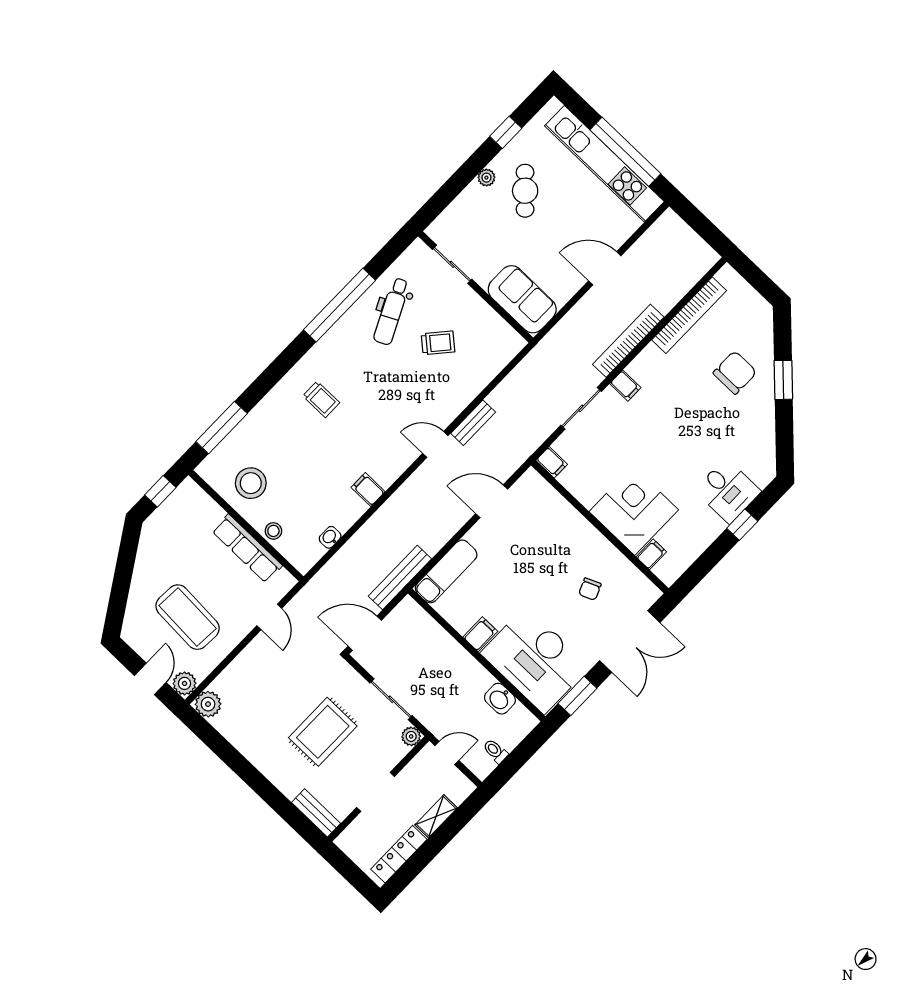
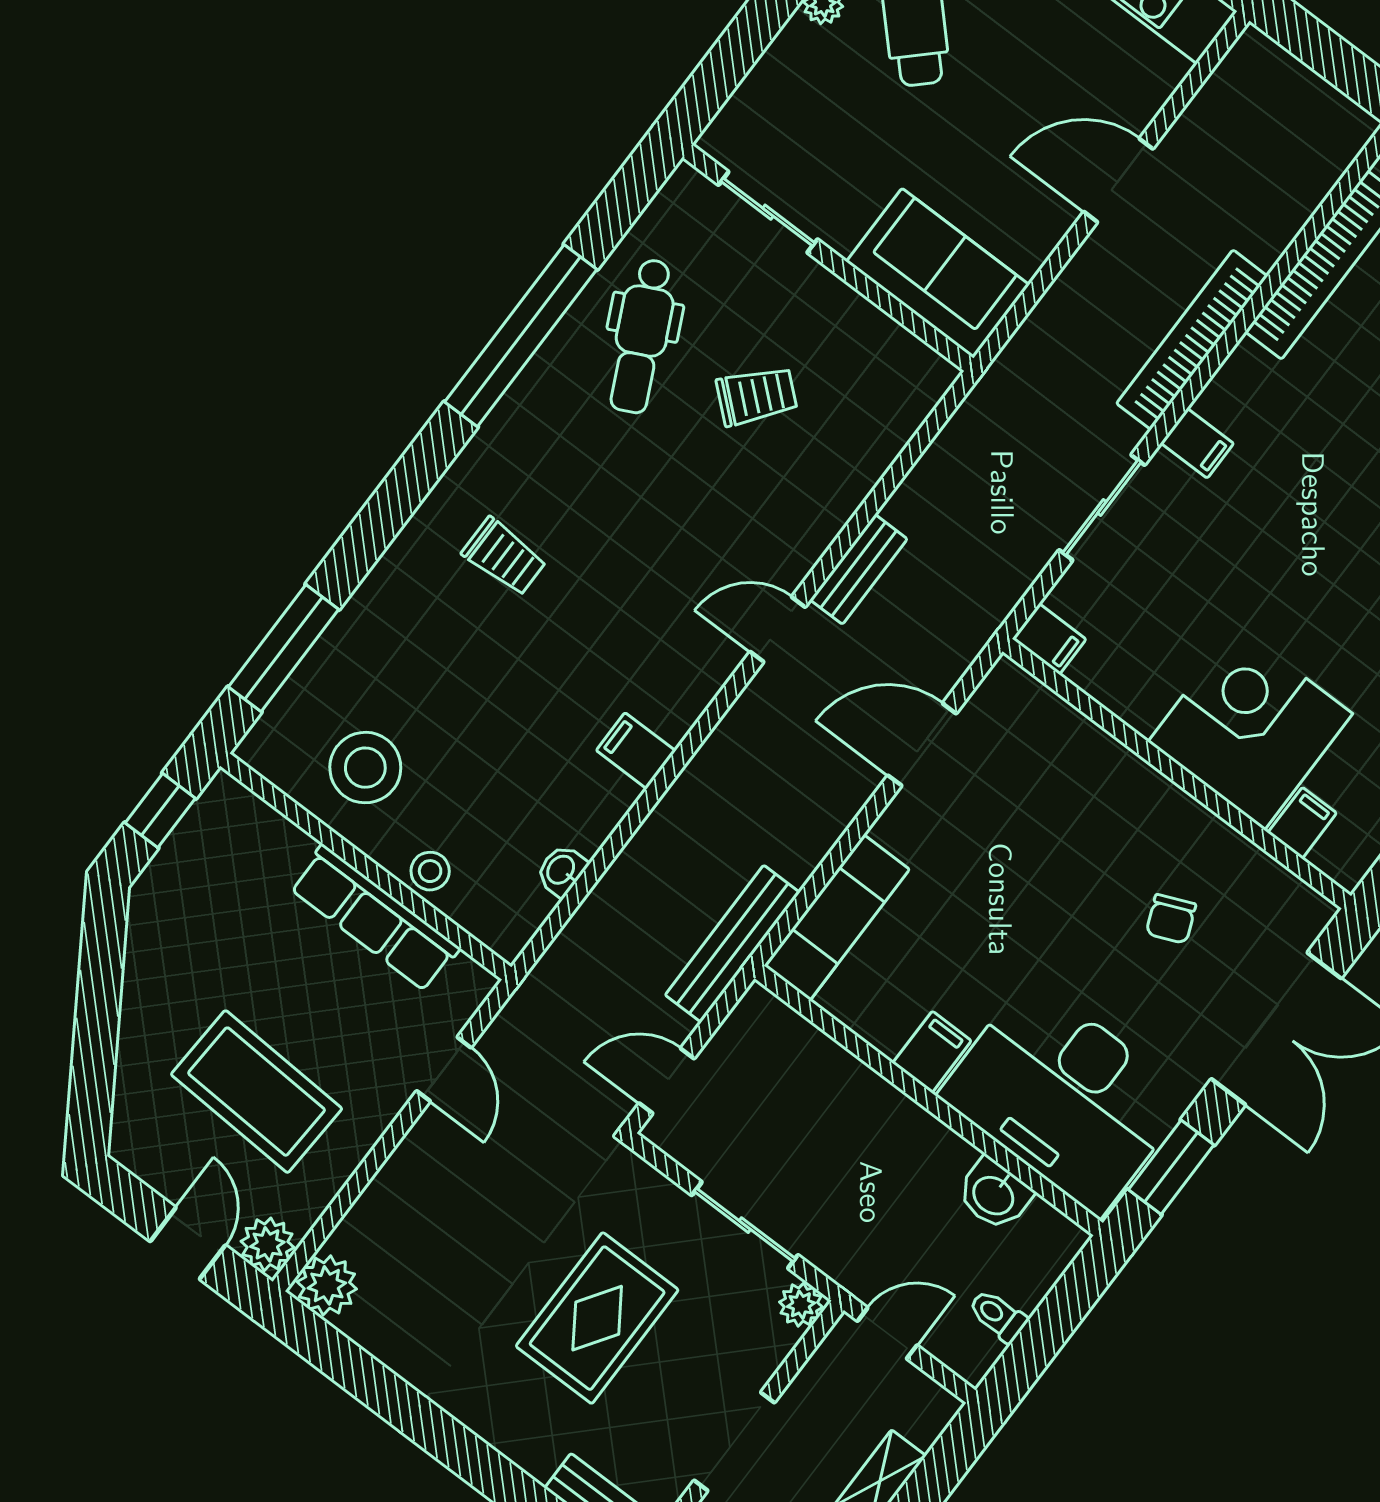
door: (365, 633) -> (667, 1081), width x0.73

